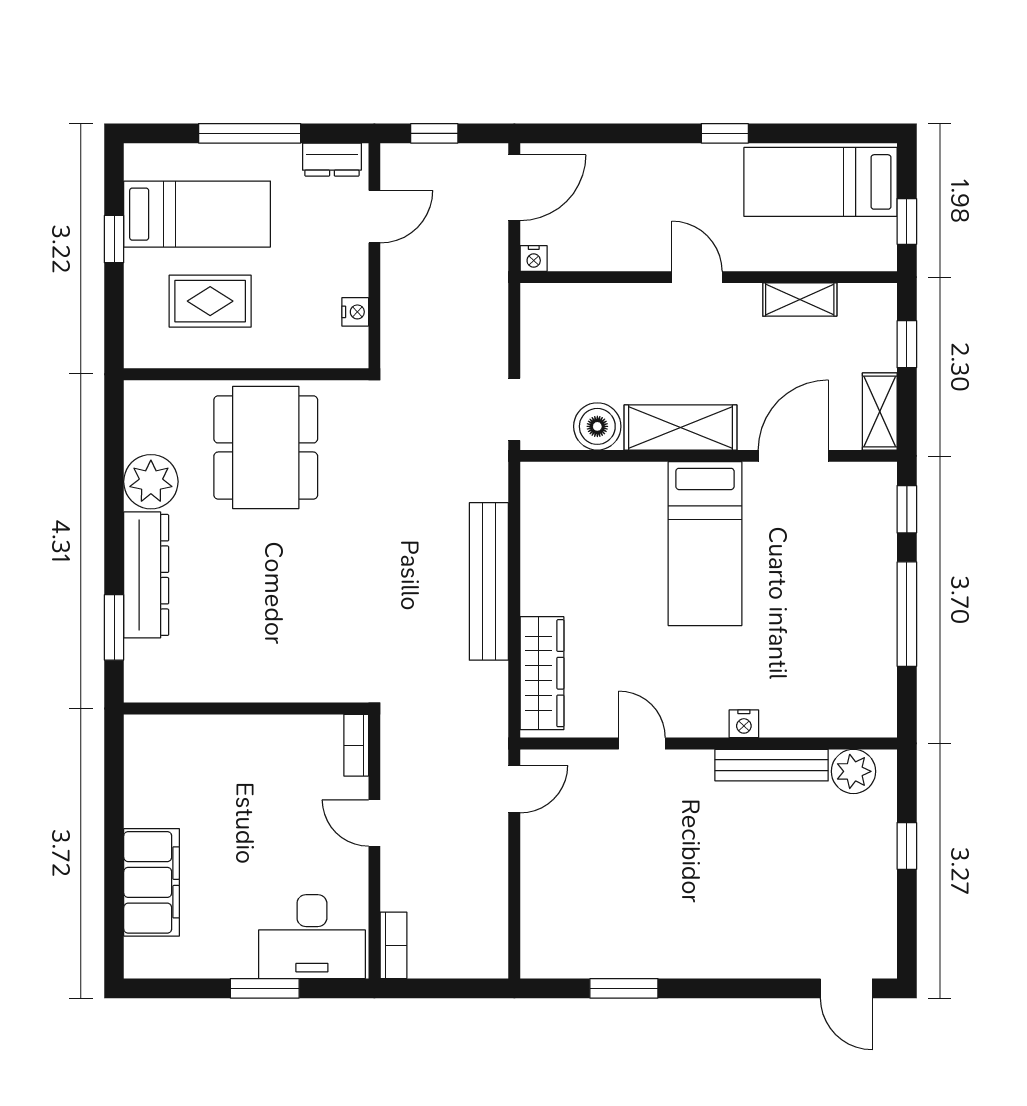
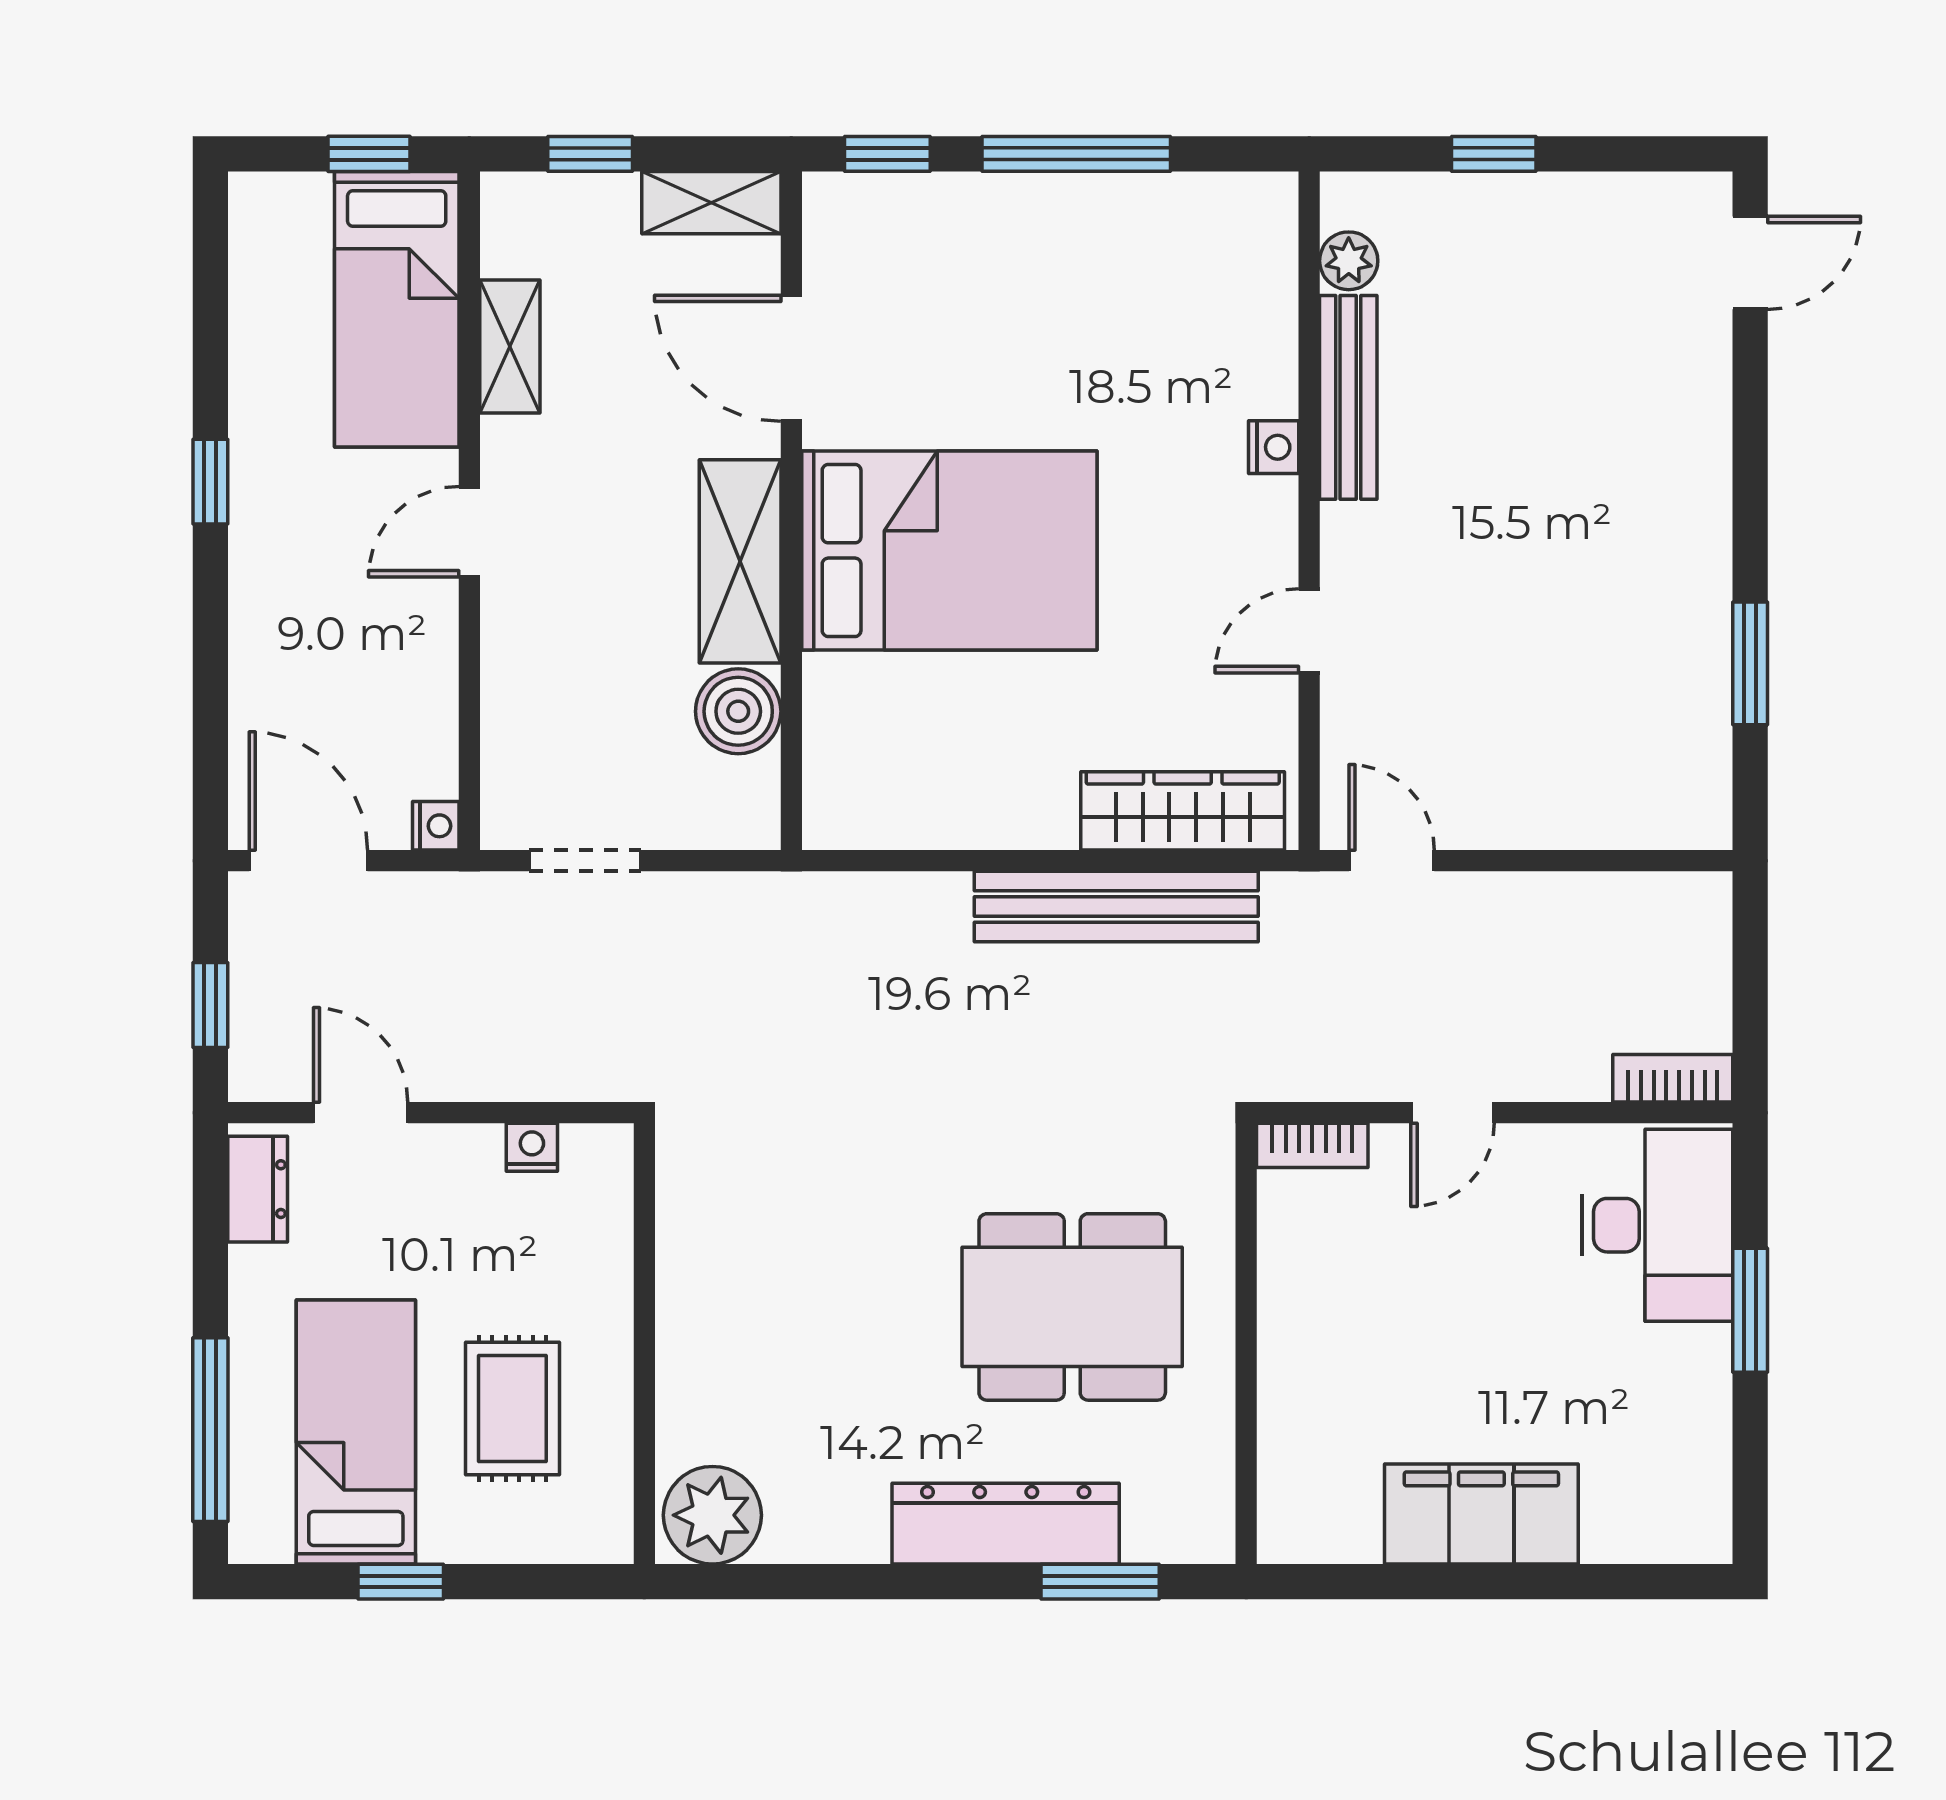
window: (250, 133) -> (210, 1430), moved
bed: (821, 182) -> (397, 309), moved
doorway: (514, 409) -> (585, 861), moved
dining table: (266, 447) -> (1072, 1307), moved
plant: (151, 482) -> (712, 1515), moved
bed: (705, 544) -> (949, 550), width x1.50
bench: (489, 581) -> (1116, 906), moved
plant: (853, 771) -> (1349, 261), width x0.73, depth x0.73
filing cabinet: (152, 882) -> (1481, 1514), moved

